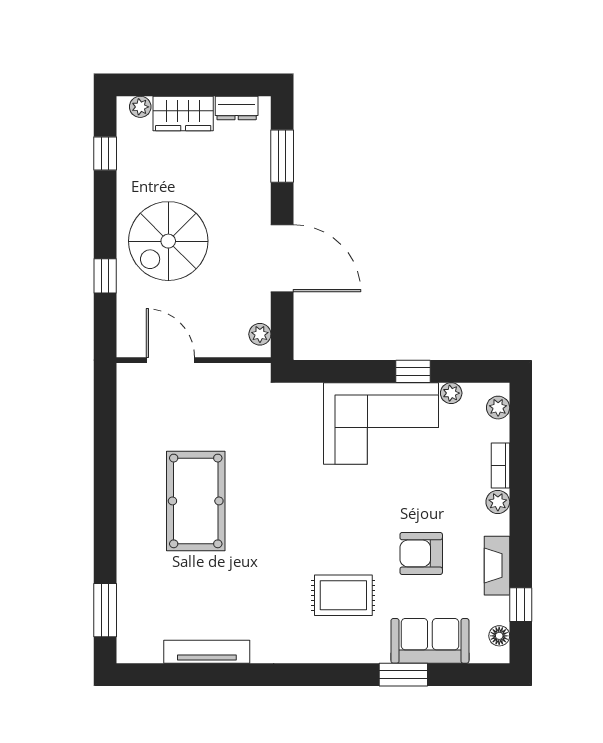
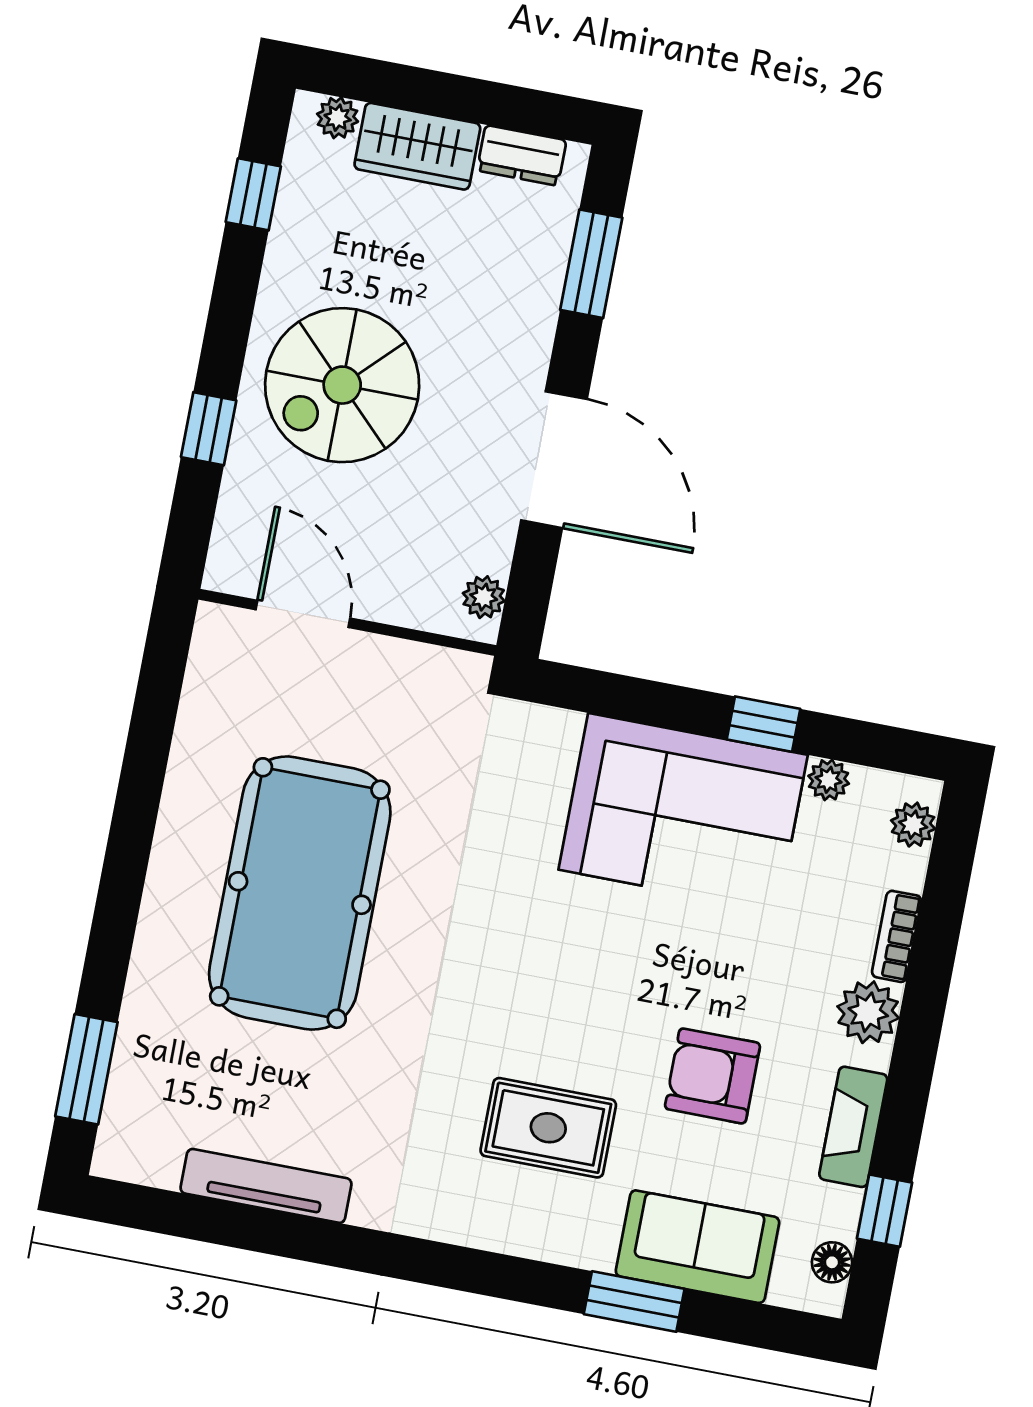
pool table: (196, 501) -> (300, 893), width x1.36, depth x1.32
plant: (498, 502) -> (868, 1012), width x1.38, depth x1.38

